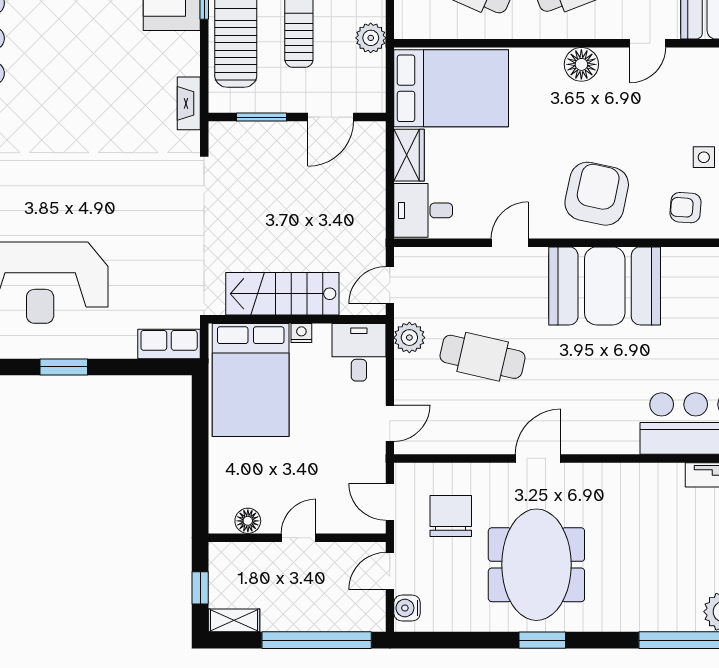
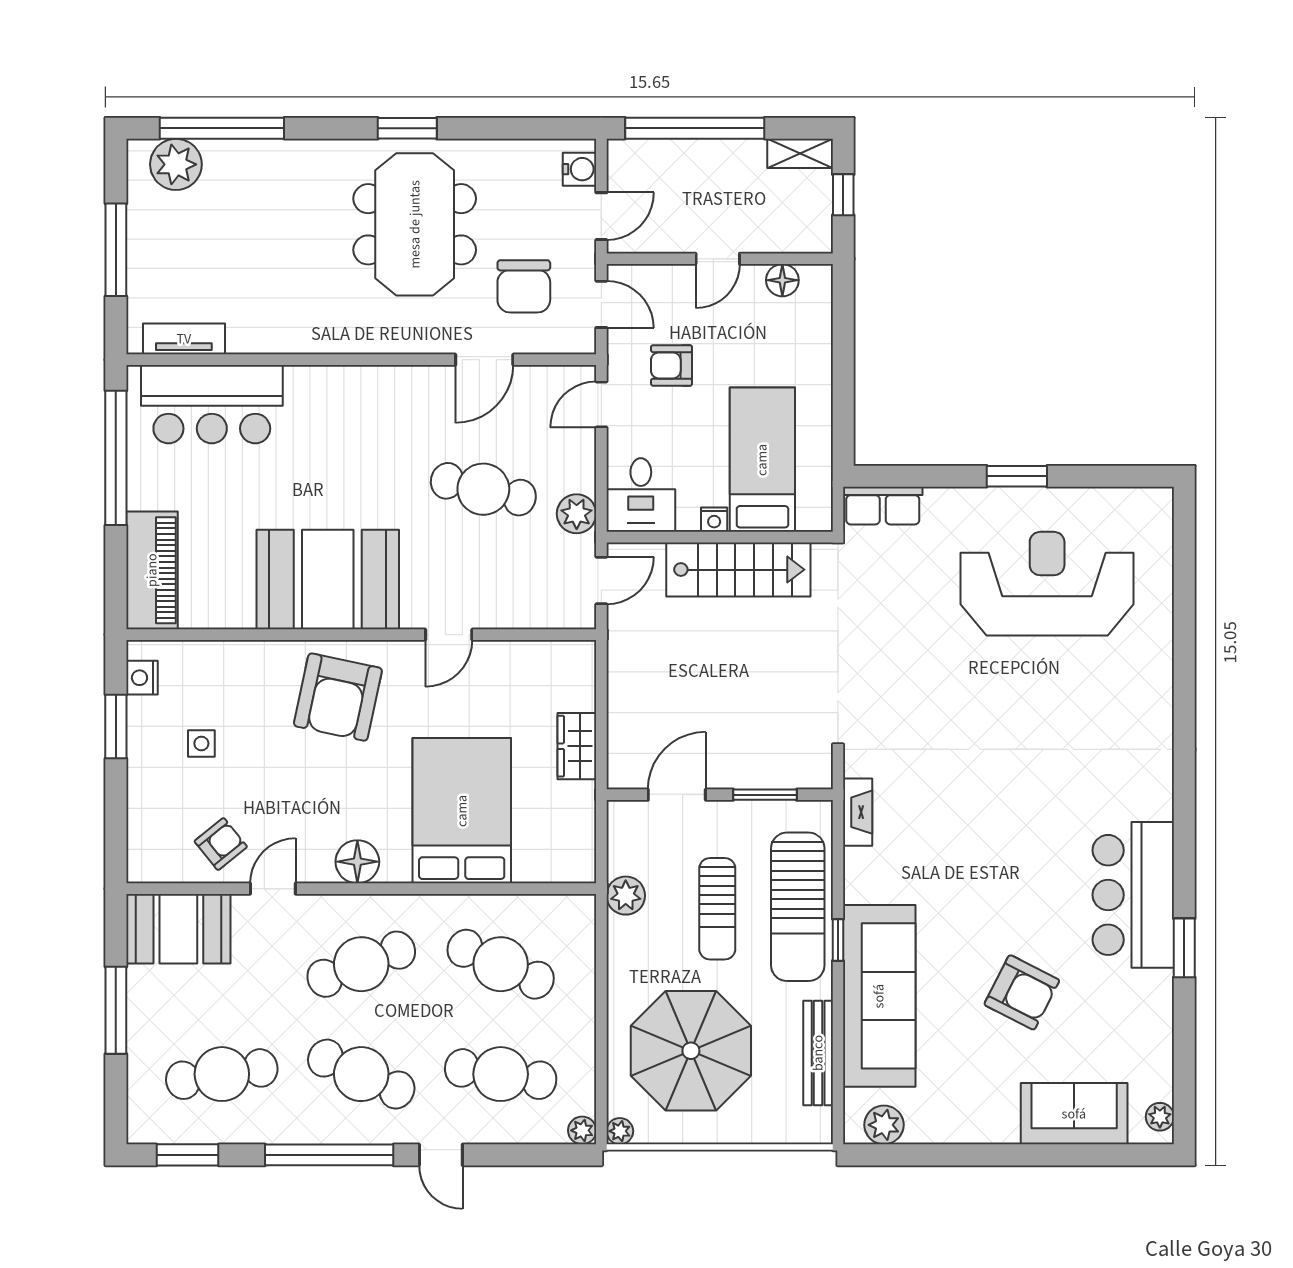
bed: (451, 88) -> (462, 811), moved, turned 90
armchair: (686, 208) -> (221, 844), moved, turned -43
desk: (423, 210) -> (559, 676), removed
bed: (251, 380) -> (762, 460), width x0.67
armchair: (335, 454) -> (672, 365), added
door: (538, 458) -> (484, 360), moved

